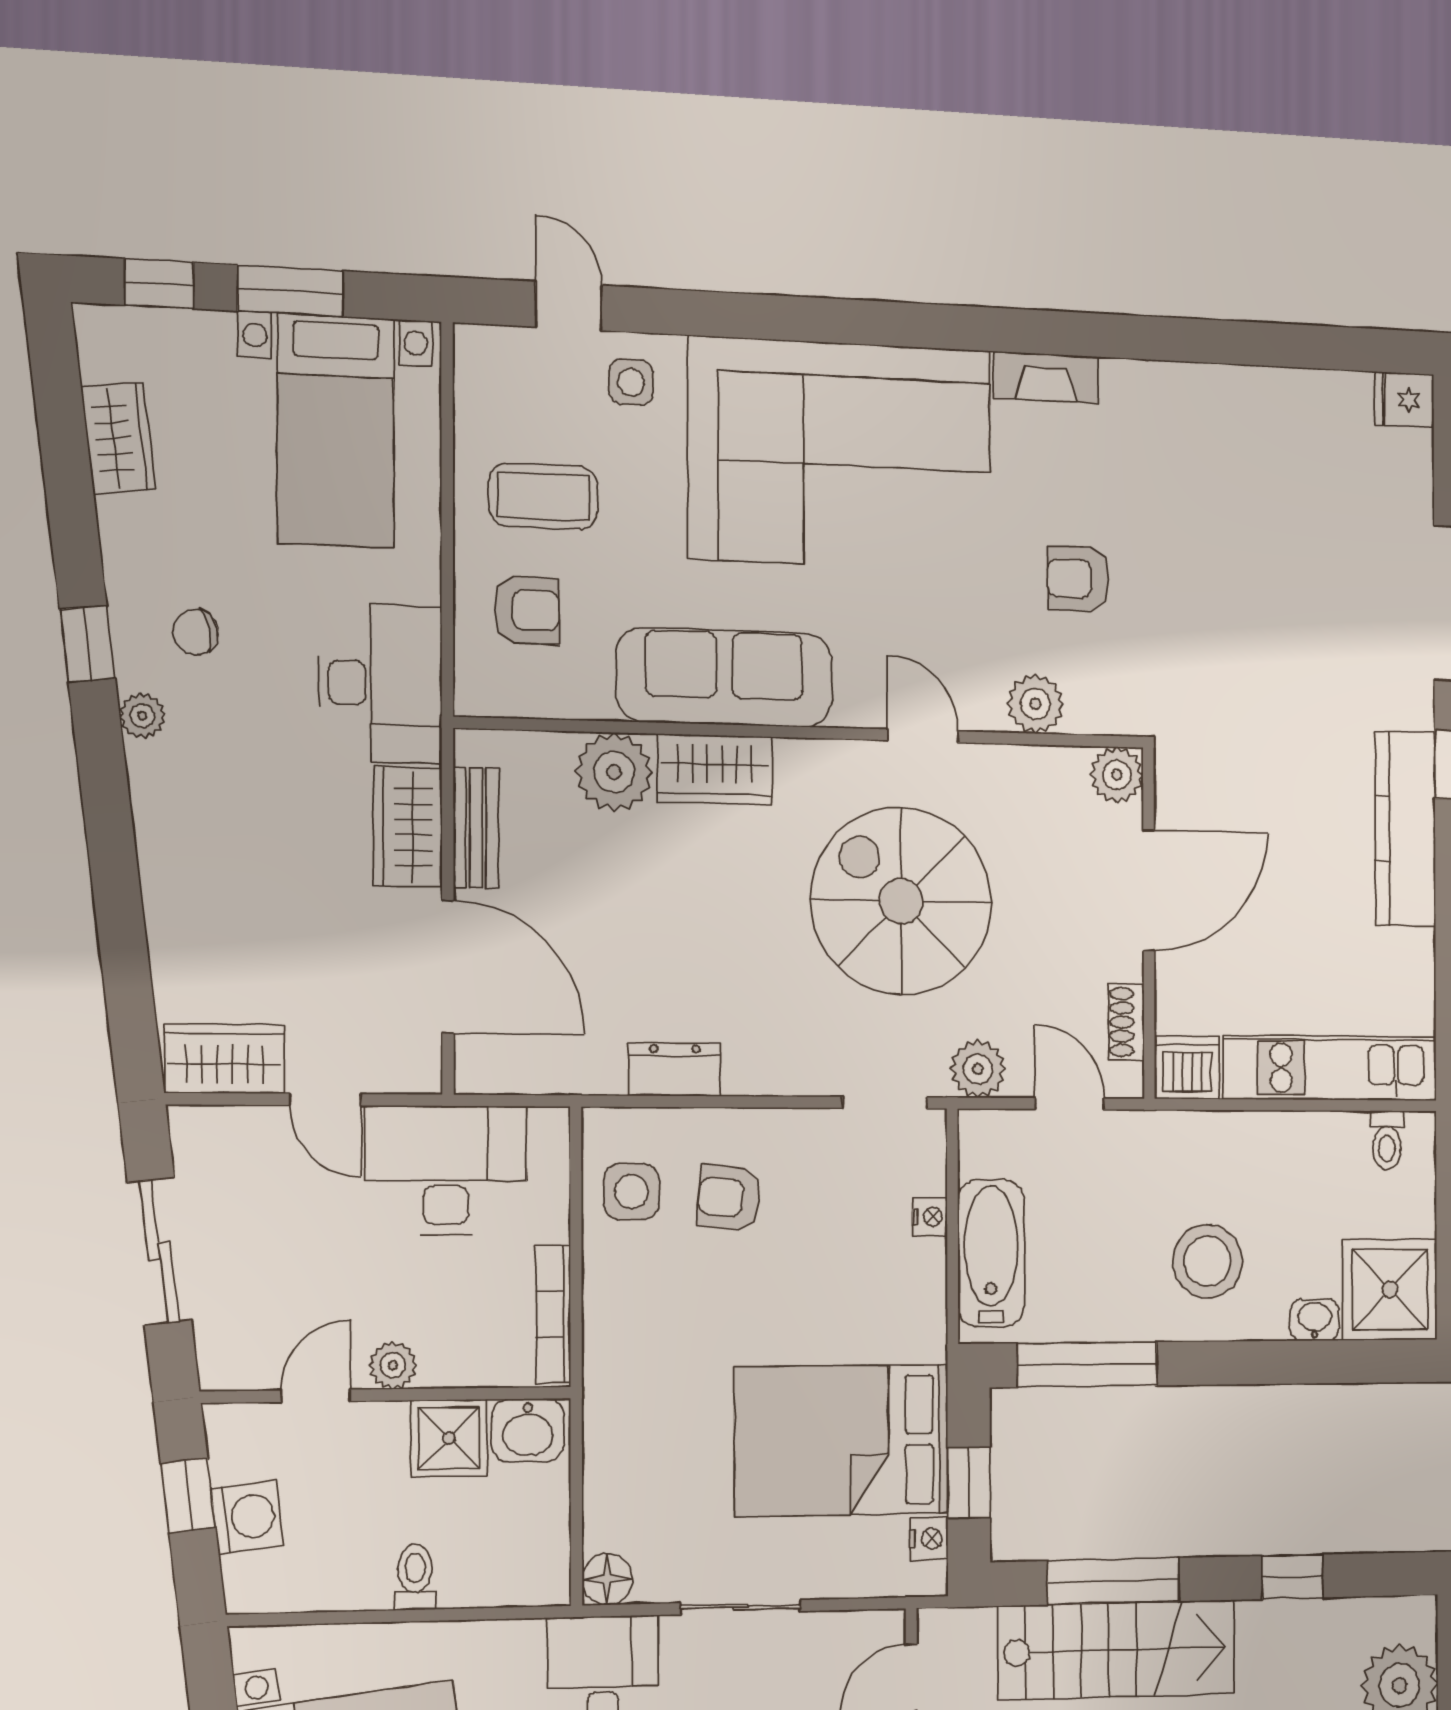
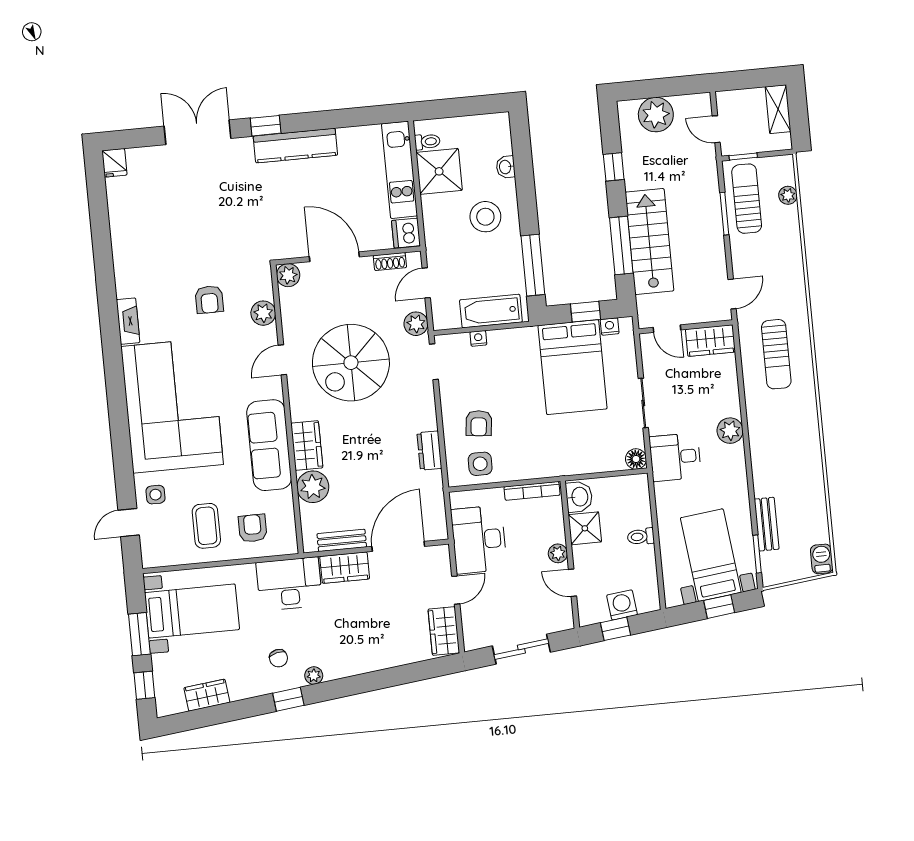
shower: (1390, 1289) -> (439, 171), moved

